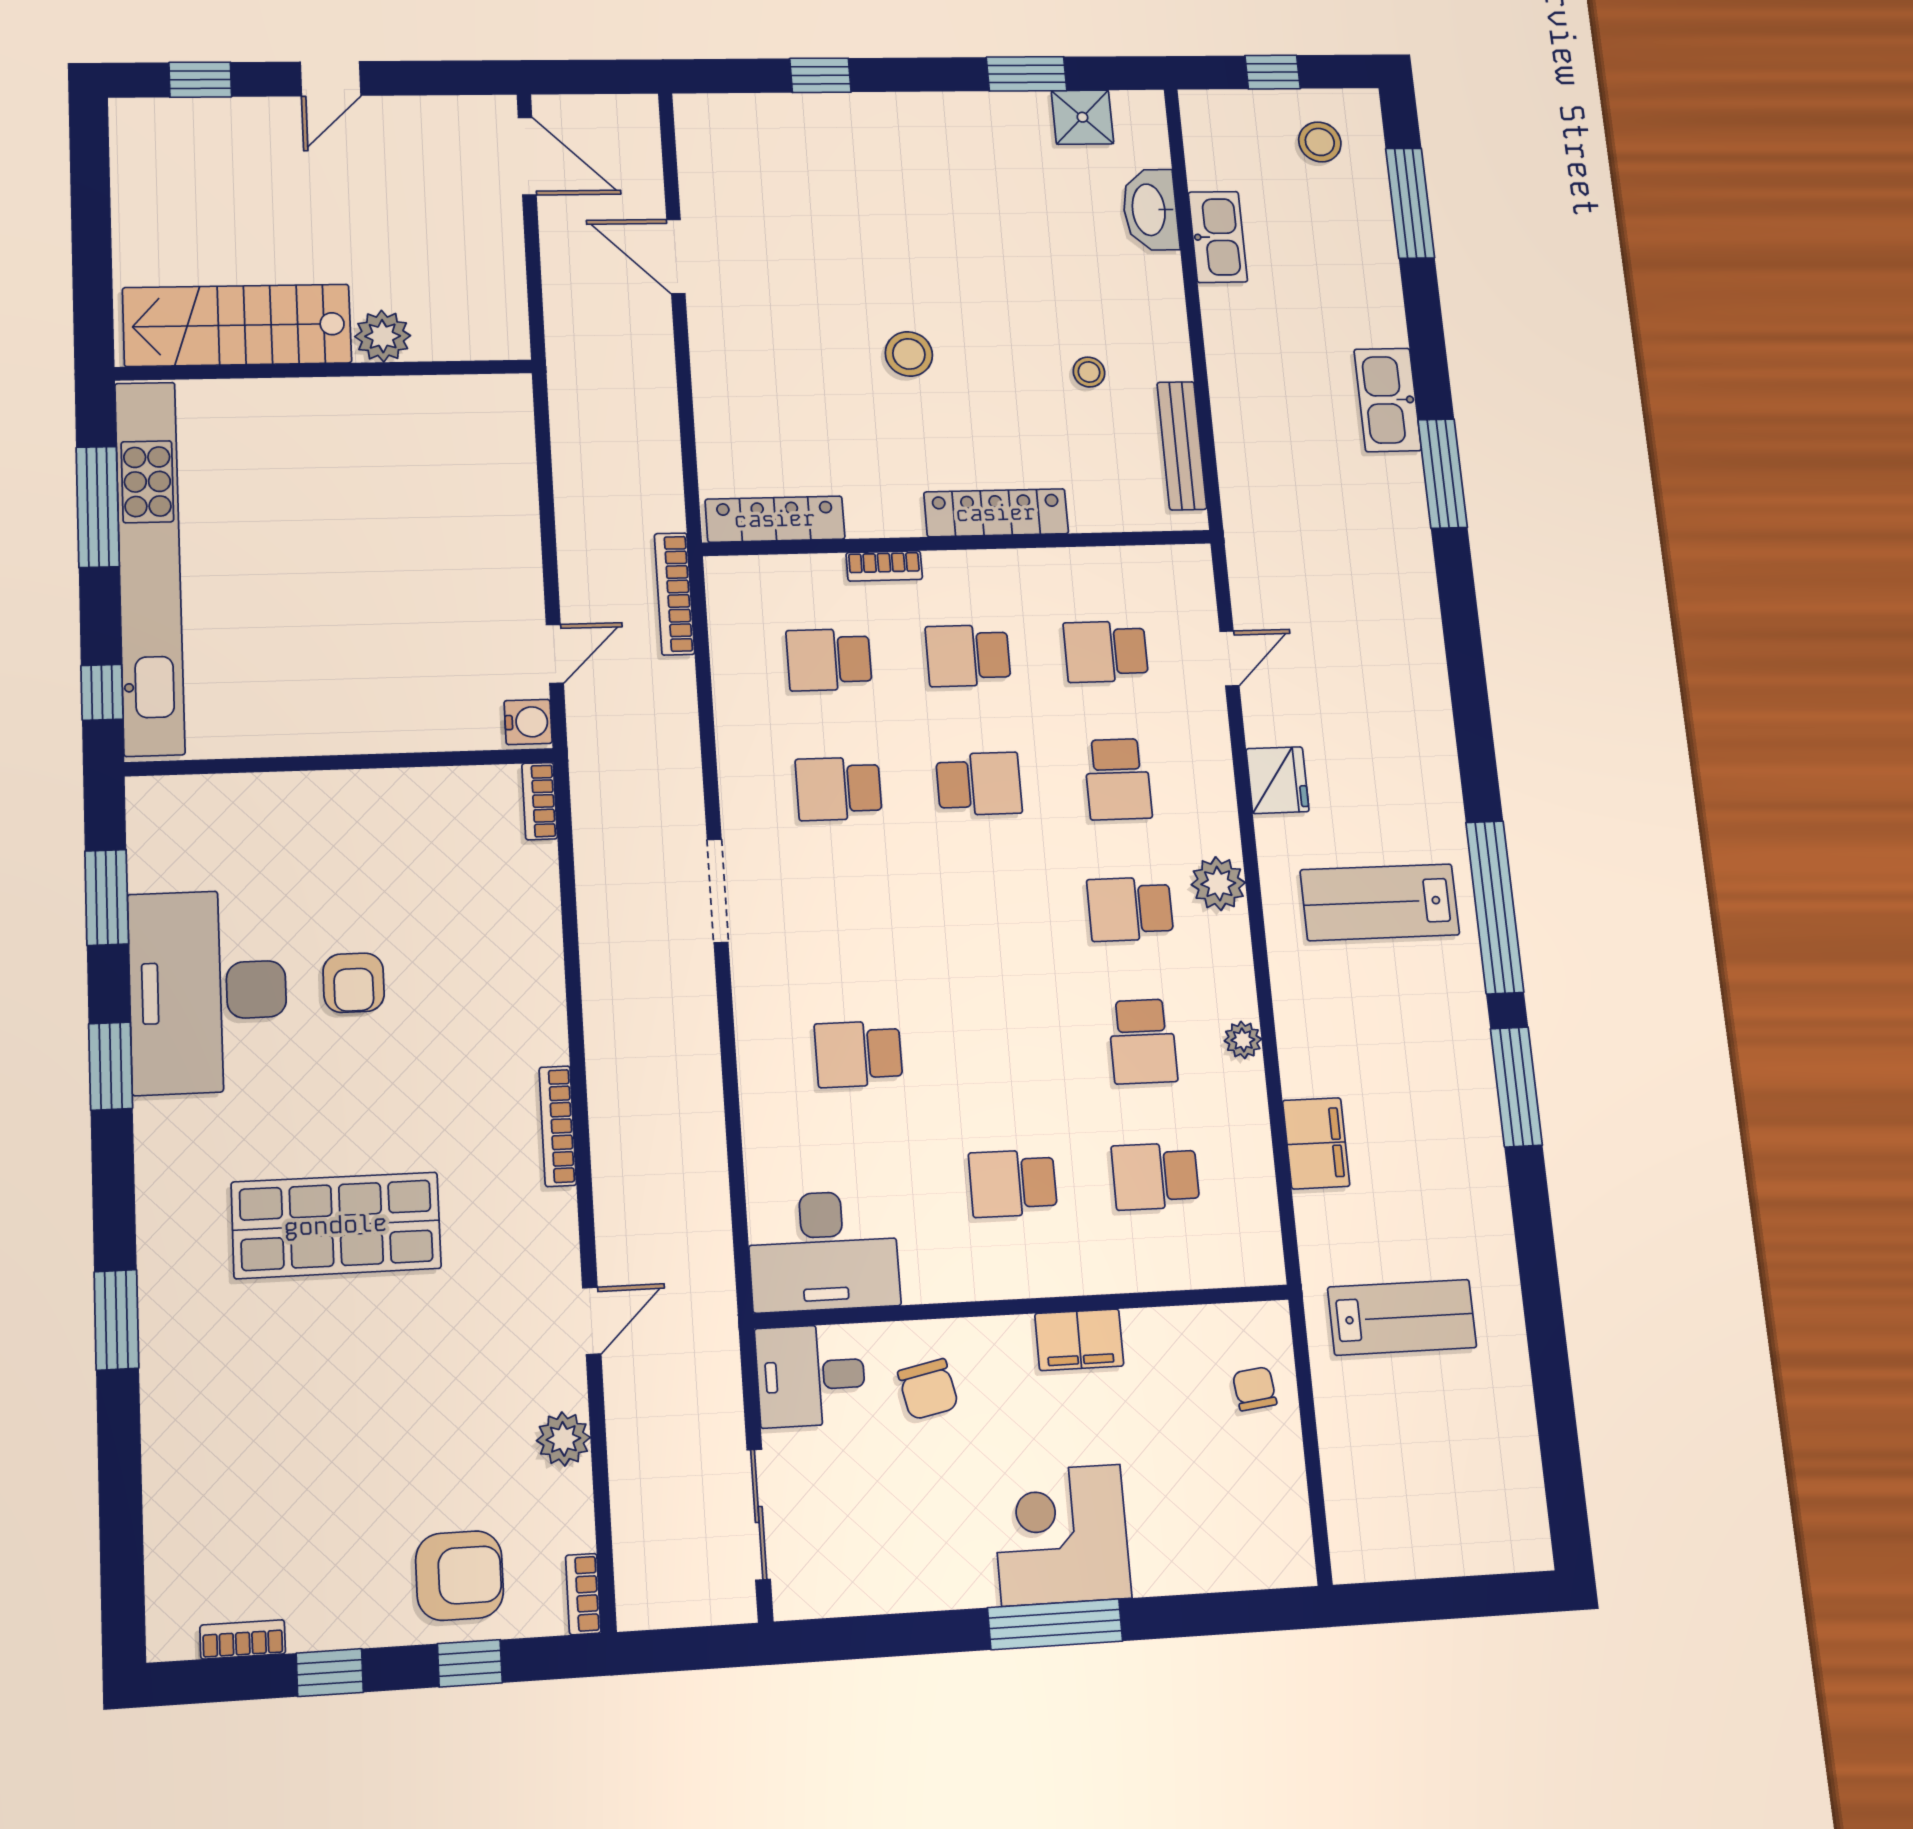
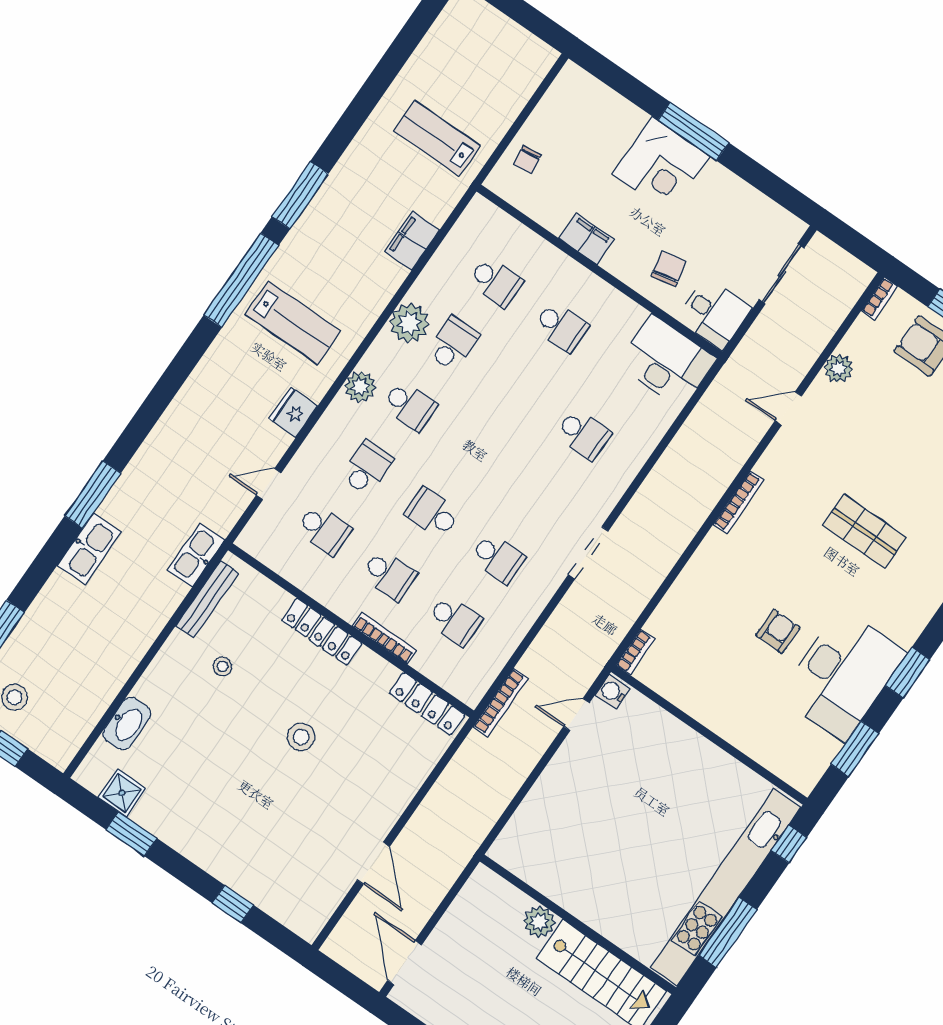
kitchen sink: (1218, 237) -> (196, 555), moved
bookcase: (884, 566) -> (384, 638), width x1.56
plant: (1243, 1040) -> (409, 323), width x1.88, depth x1.88
shop shelf: (336, 1225) -> (864, 532), width x0.70, depth x0.74

